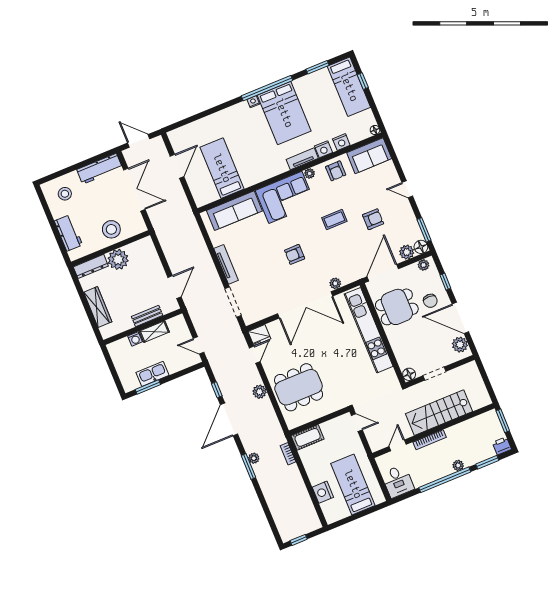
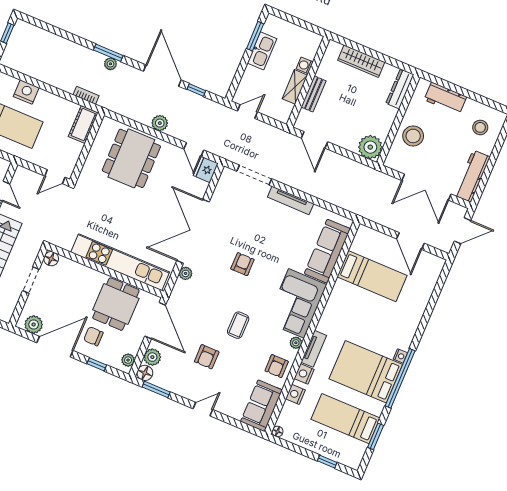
bed: (349, 87) -> (345, 419), moved
armchair: (336, 171) -> (277, 366), turned -90
plant: (118, 259) -> (370, 147), moved

